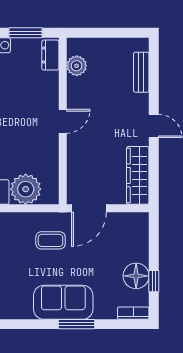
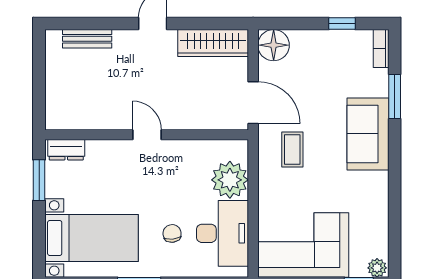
plant: (77, 66) -> (79, 118), removed
floor lamp: (136, 276) -> (274, 45), moved
window: (77, 324) -> (395, 96), moved

